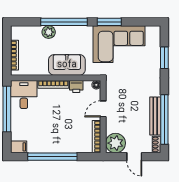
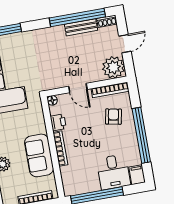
sofa: (67, 65) -> (39, 155), moved
desk: (24, 95) -> (113, 172), moved, turned -90
bench: (155, 116) -> (81, 27), width x0.73
armchair: (73, 135) -> (113, 117), added

